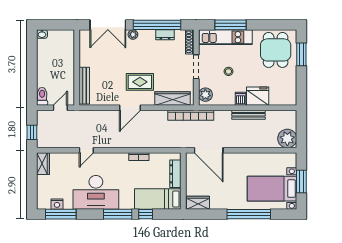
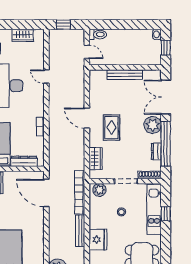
window: (56, 25) -> (166, 48), added
window: (230, 25) -> (166, 214), width x0.46
plant: (133, 34) -> (153, 125), width x1.87, depth x1.87
bench: (84, 86) -> (125, 75), moved
wardrobe: (172, 99) -> (96, 159), width x0.67
dishwasher: (241, 99) -> (95, 223), removed
bookcase: (191, 115) -> (80, 192), moved
door: (209, 150) -> (46, 193), hinge flipped
wardrobe: (43, 164) -> (23, 35), moved

